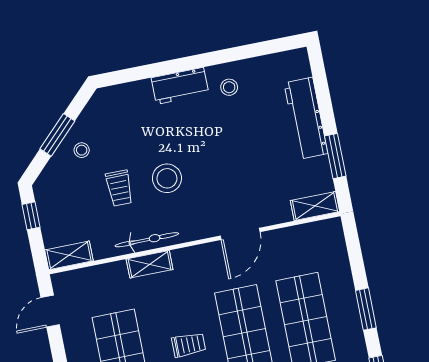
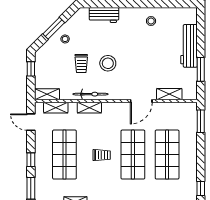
workbench: (180, 86) -> (104, 15), moved
shelving: (315, 206) -> (169, 94), moved
shelving: (90, 276) -> (56, 108), added
window: (366, 309) -> (201, 121), moved
door: (50, 311) -> (31, 122), hinge flipped

